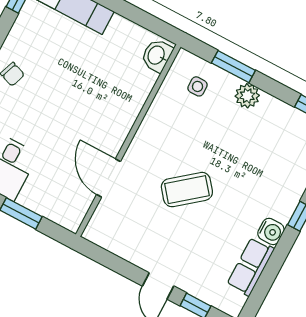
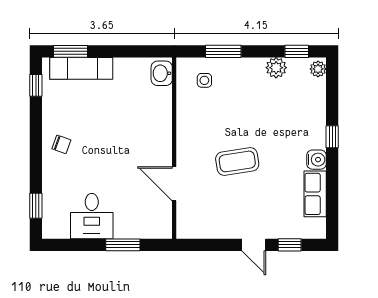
plant: (247, 96) -> (276, 68), moved
coffee table: (187, 190) -> (237, 161), turned 30

